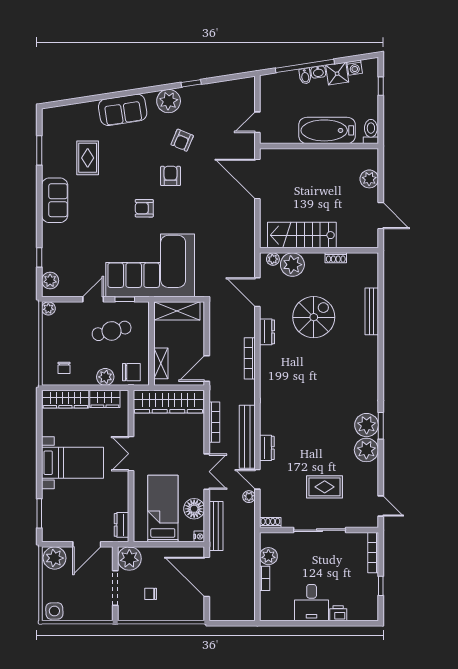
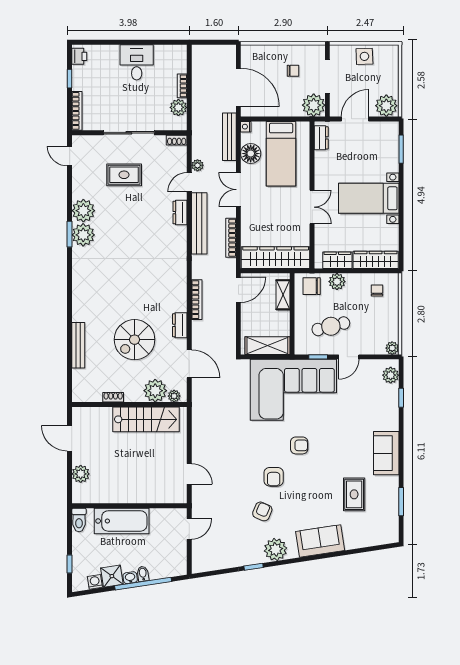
door: (257, 179) -> (189, 474), width x0.53
door: (257, 479) -> (189, 182), swing flipped
side table: (54, 611) -> (364, 56), moved
printer: (338, 613) -> (79, 56), moved, turned -90

